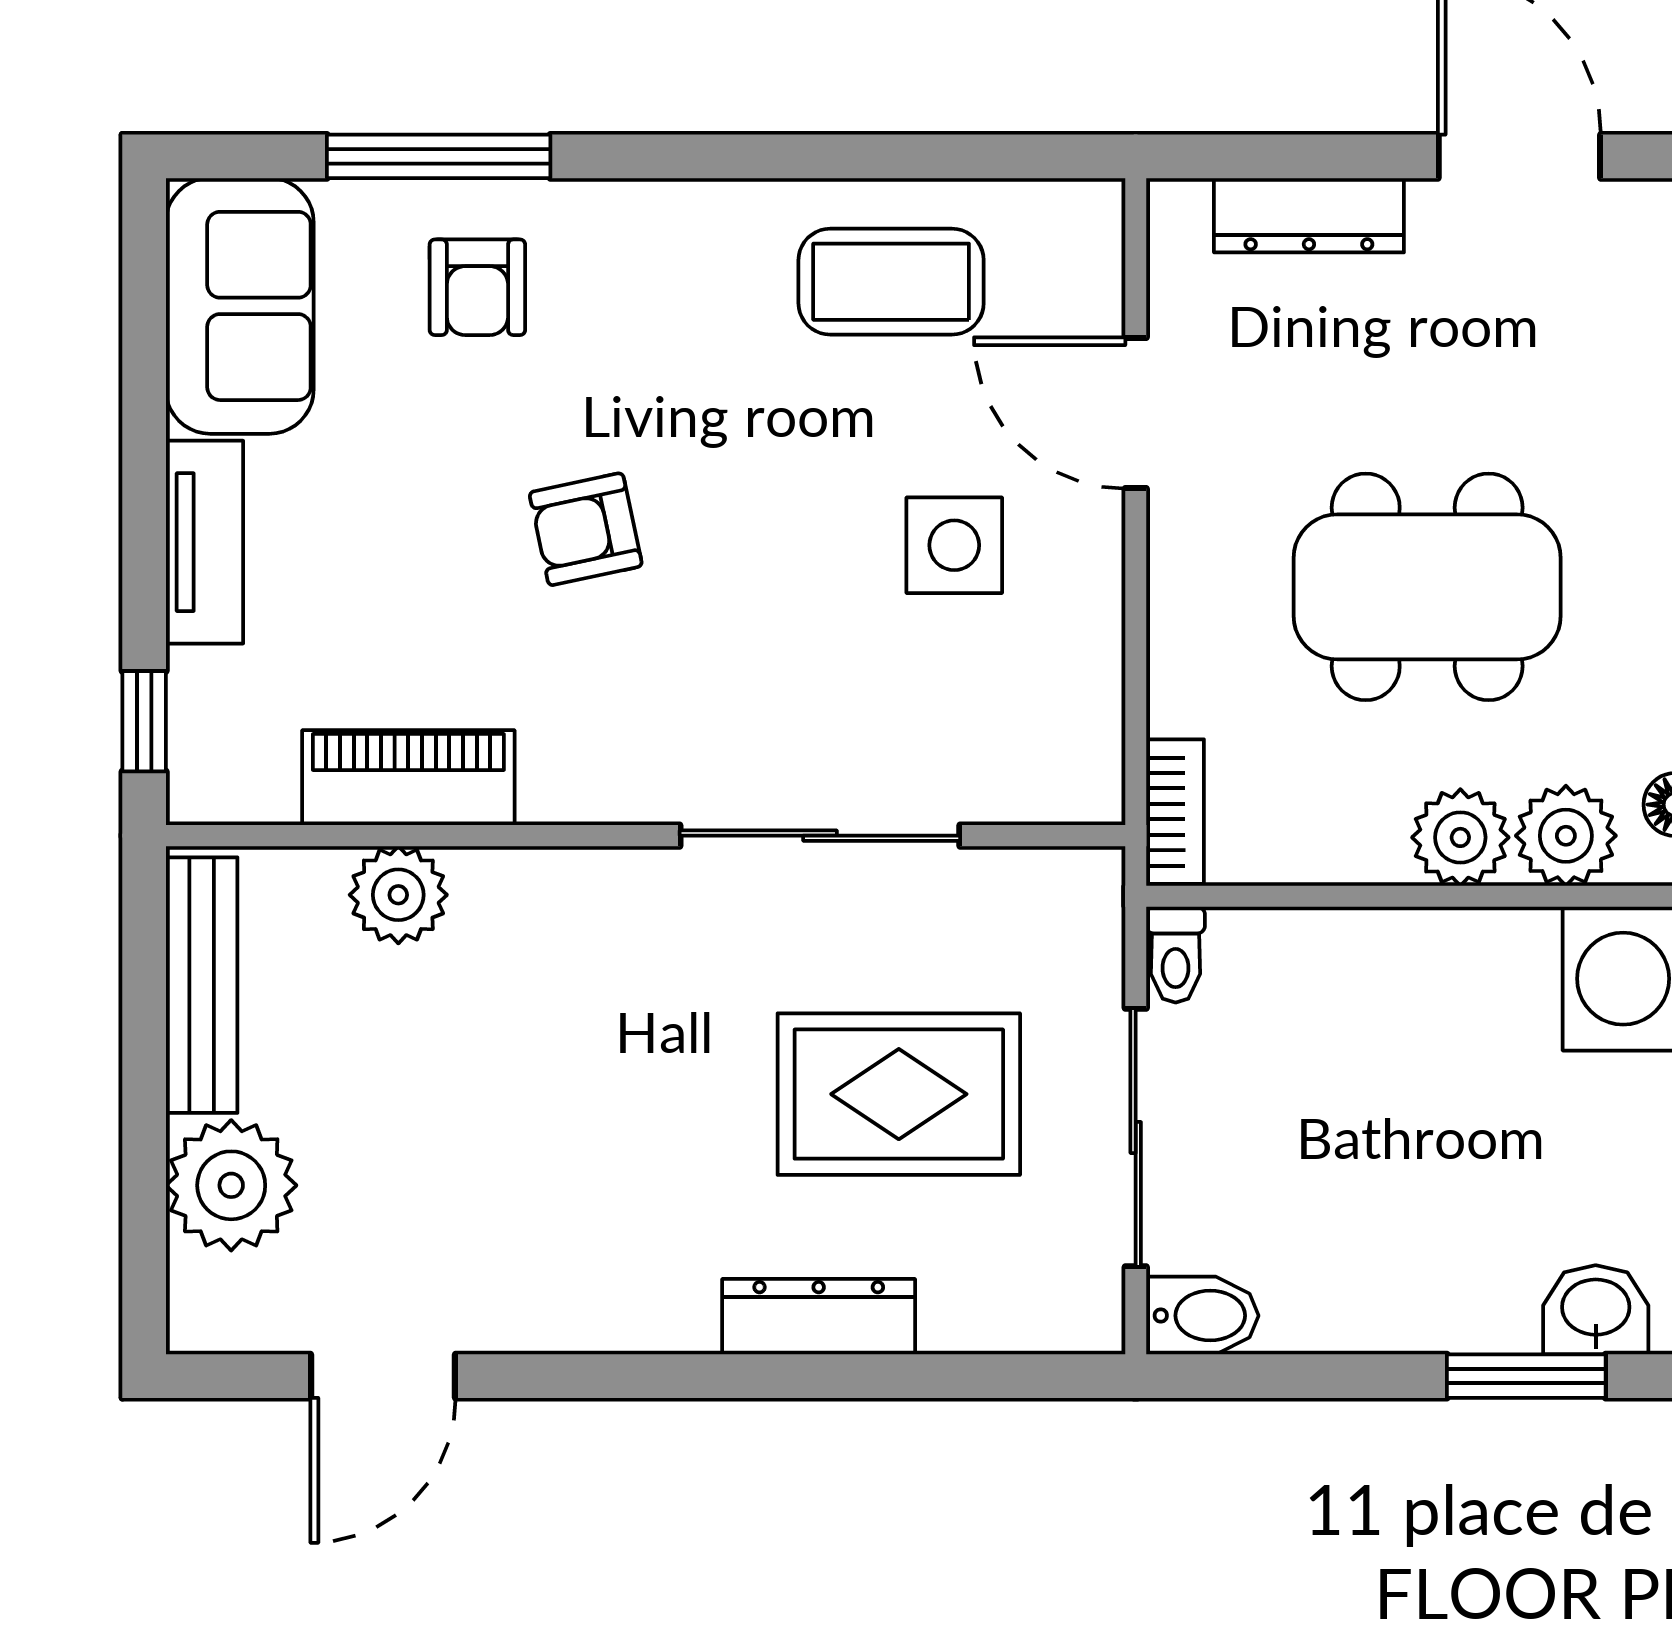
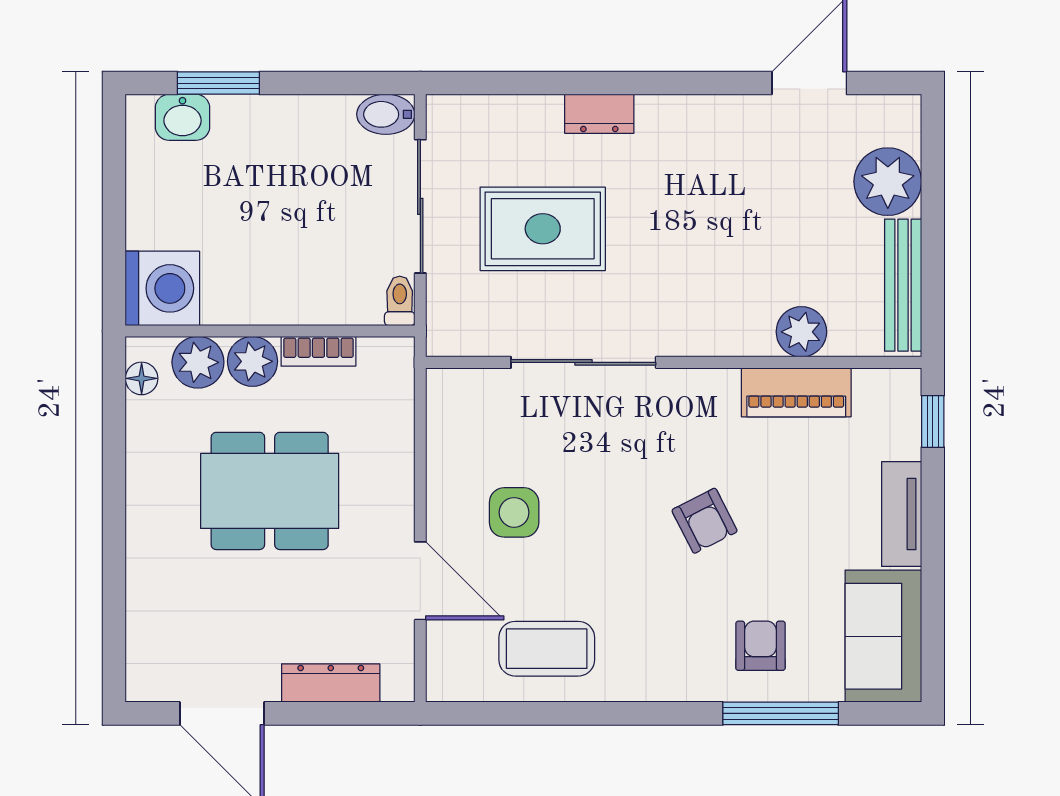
armchair: (586, 529) -> (705, 521), turned 75
bookcase: (1175, 812) -> (318, 351), moved, turned -90
dresser: (819, 1317) -> (599, 114), width x0.70

